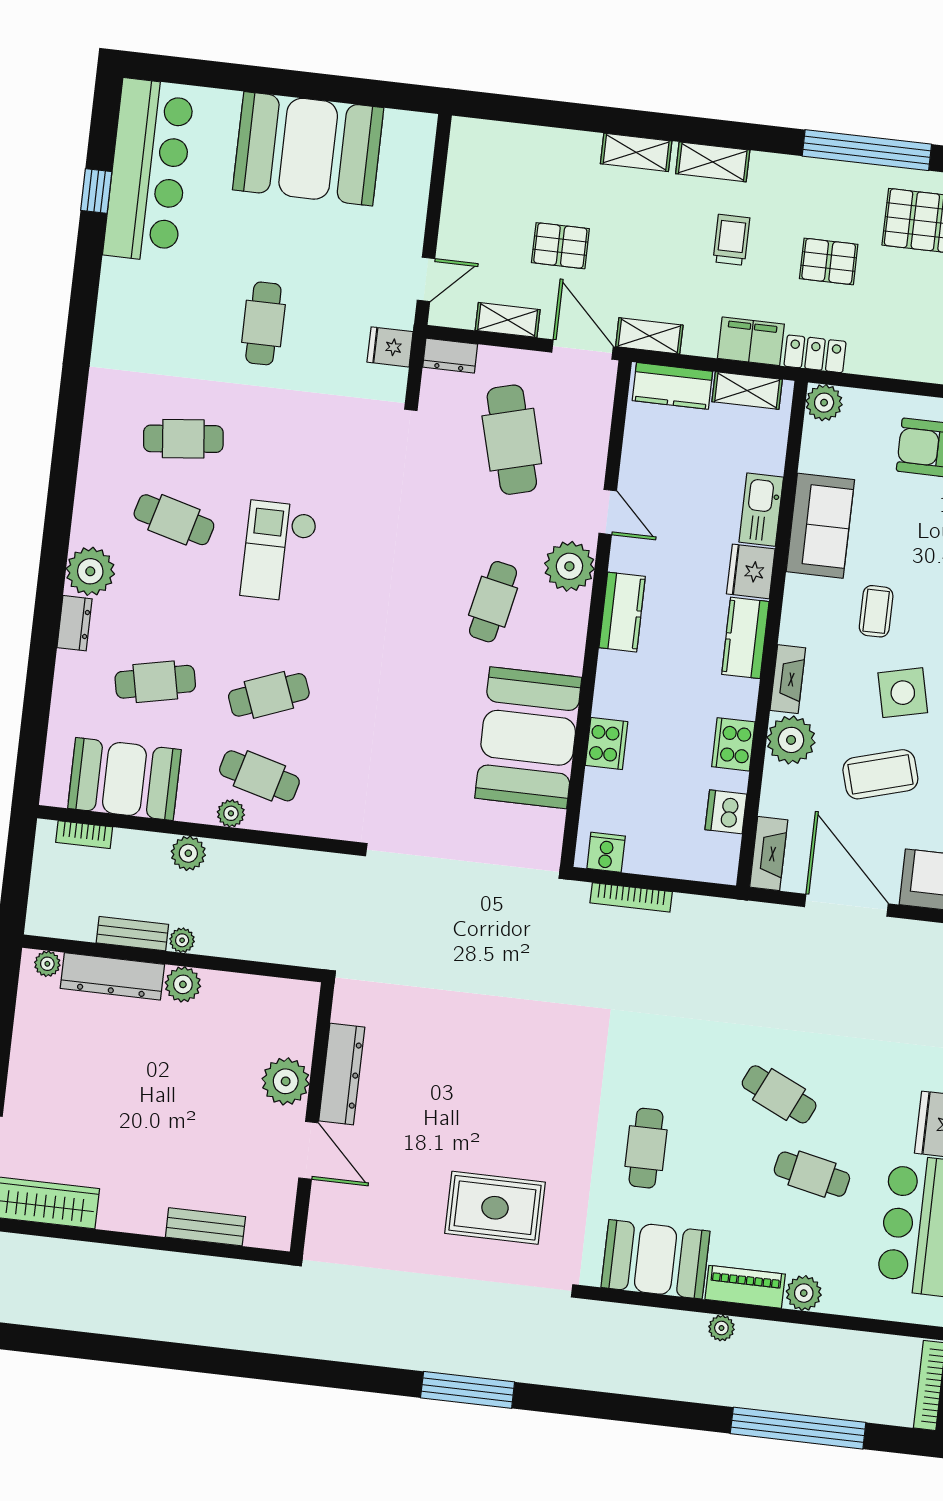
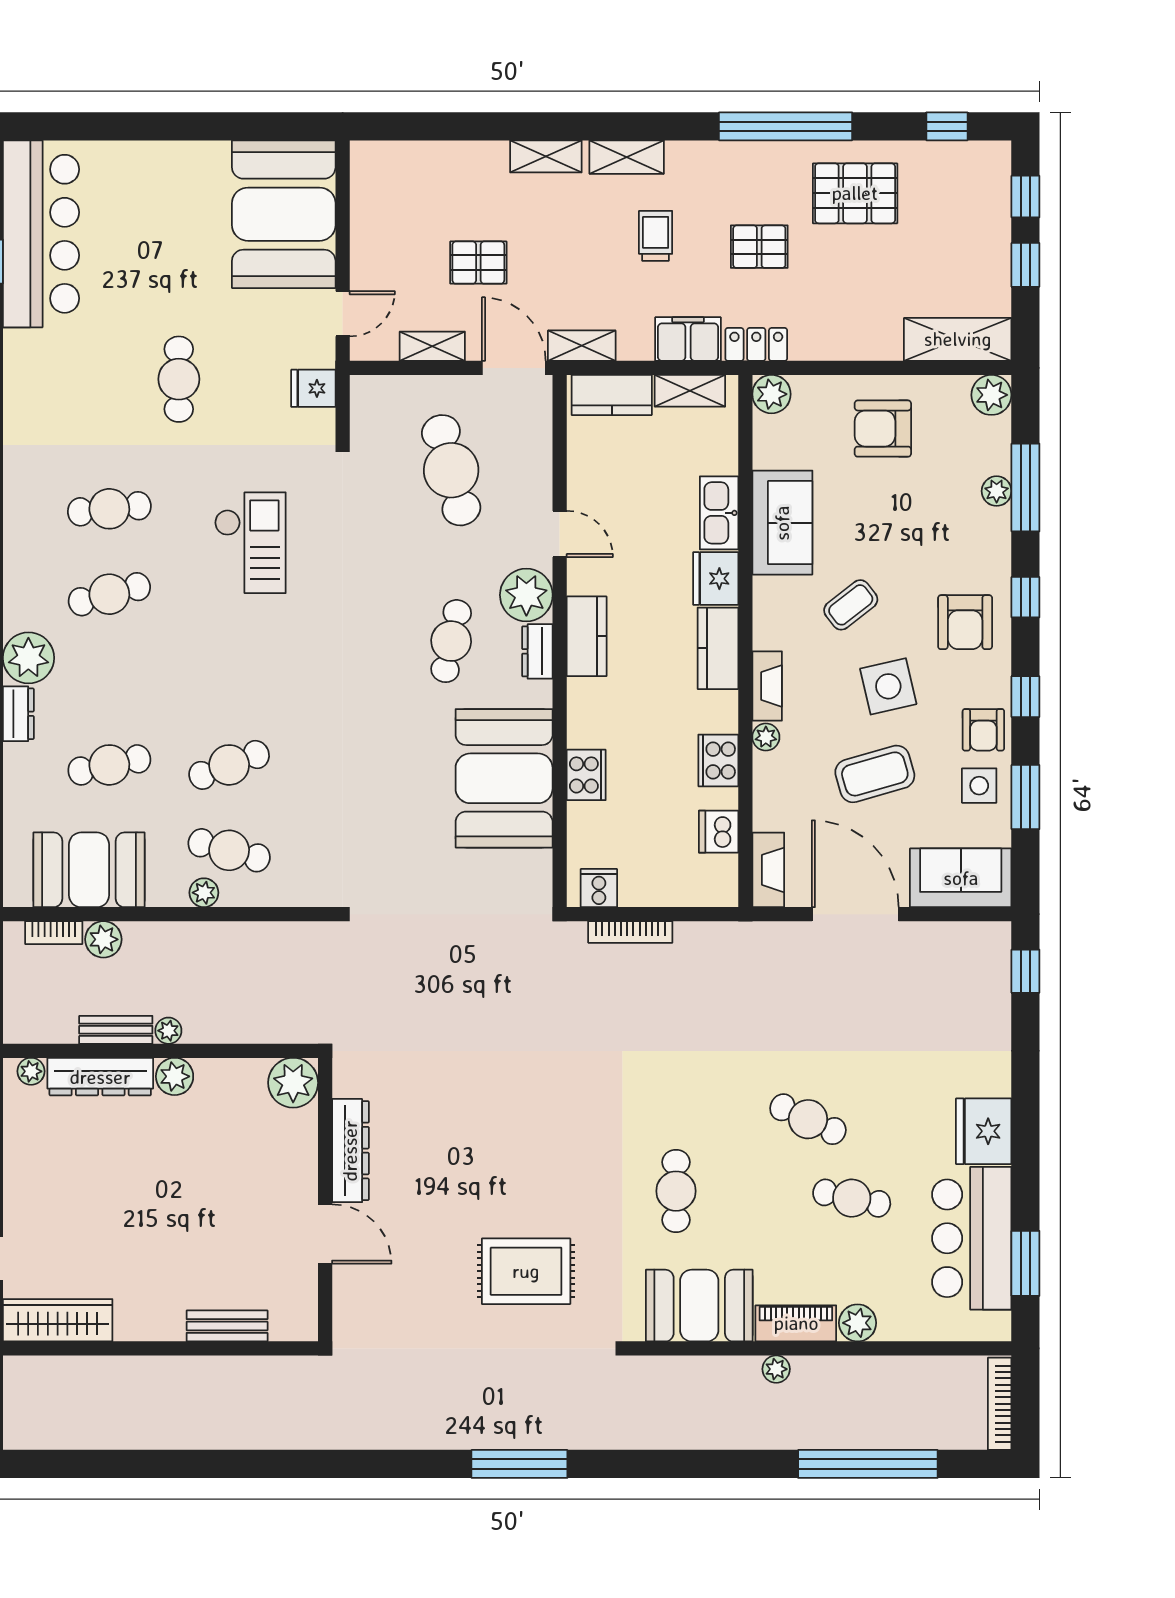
booth: (308, 149) -> (284, 214), moved, turned 90
dresser: (450, 356) -> (537, 651), moved, turned 90
cafe table: (174, 520) -> (109, 594), turned -30
checkout: (279, 551) -> (250, 543), moved, turned 180
coffee table: (876, 611) -> (851, 605), turned 52
plant: (791, 740) -> (766, 737), width x0.53, depth x0.53
plant: (188, 853) -> (103, 939), moved
plant: (286, 1081) -> (293, 1083), moved

